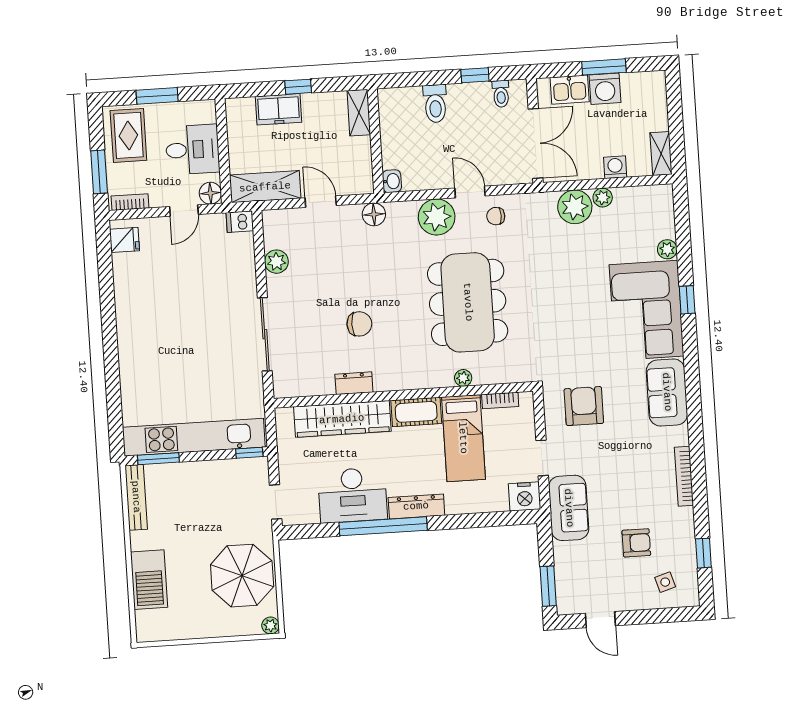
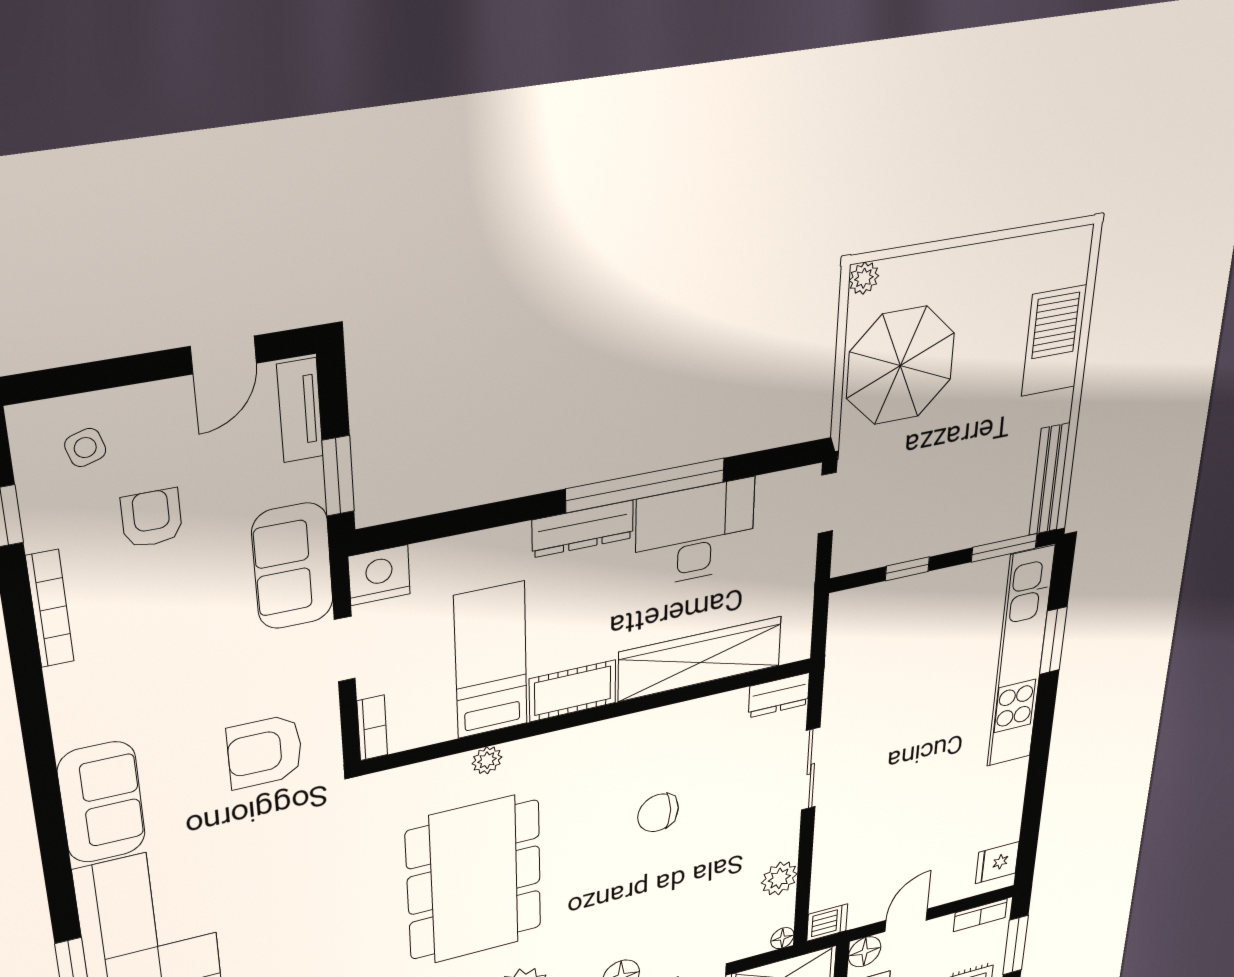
floor lamp: (269, 217) -> (782, 938), added
sliding door: (265, 334) -> (811, 769), width x0.73
dresser: (354, 383) -> (779, 695), moved
window: (113, 392) -> (1053, 641), added
bookcase: (500, 400) -> (372, 728), moved, turned 90
armchair: (584, 406) -> (265, 752), turned 90
kitchen unit: (194, 437) -> (1020, 658), moved, turned 90
window: (249, 453) -> (907, 569), moved
bookcase: (684, 476) -> (50, 609), moved
armchair: (636, 543) -> (152, 518), turned 90
window: (548, 586) -> (338, 476), moved
tv unit: (565, 588) -> (300, 410), added
door: (600, 620) -> (224, 355), swing flipped

